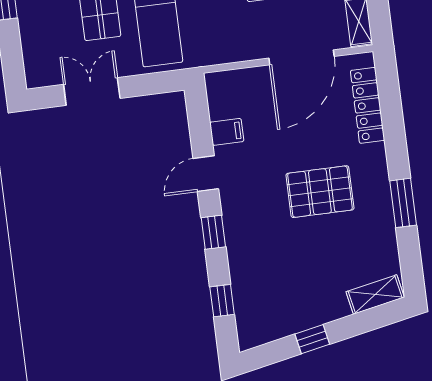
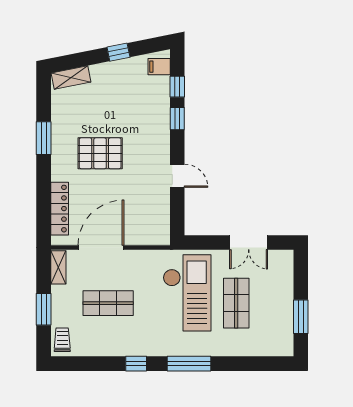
filing cabinet: (227, 132) -> (159, 67), moved
door: (206, 174) -> (177, 176), hinge flipped
window: (213, 232) -> (177, 119), moved

